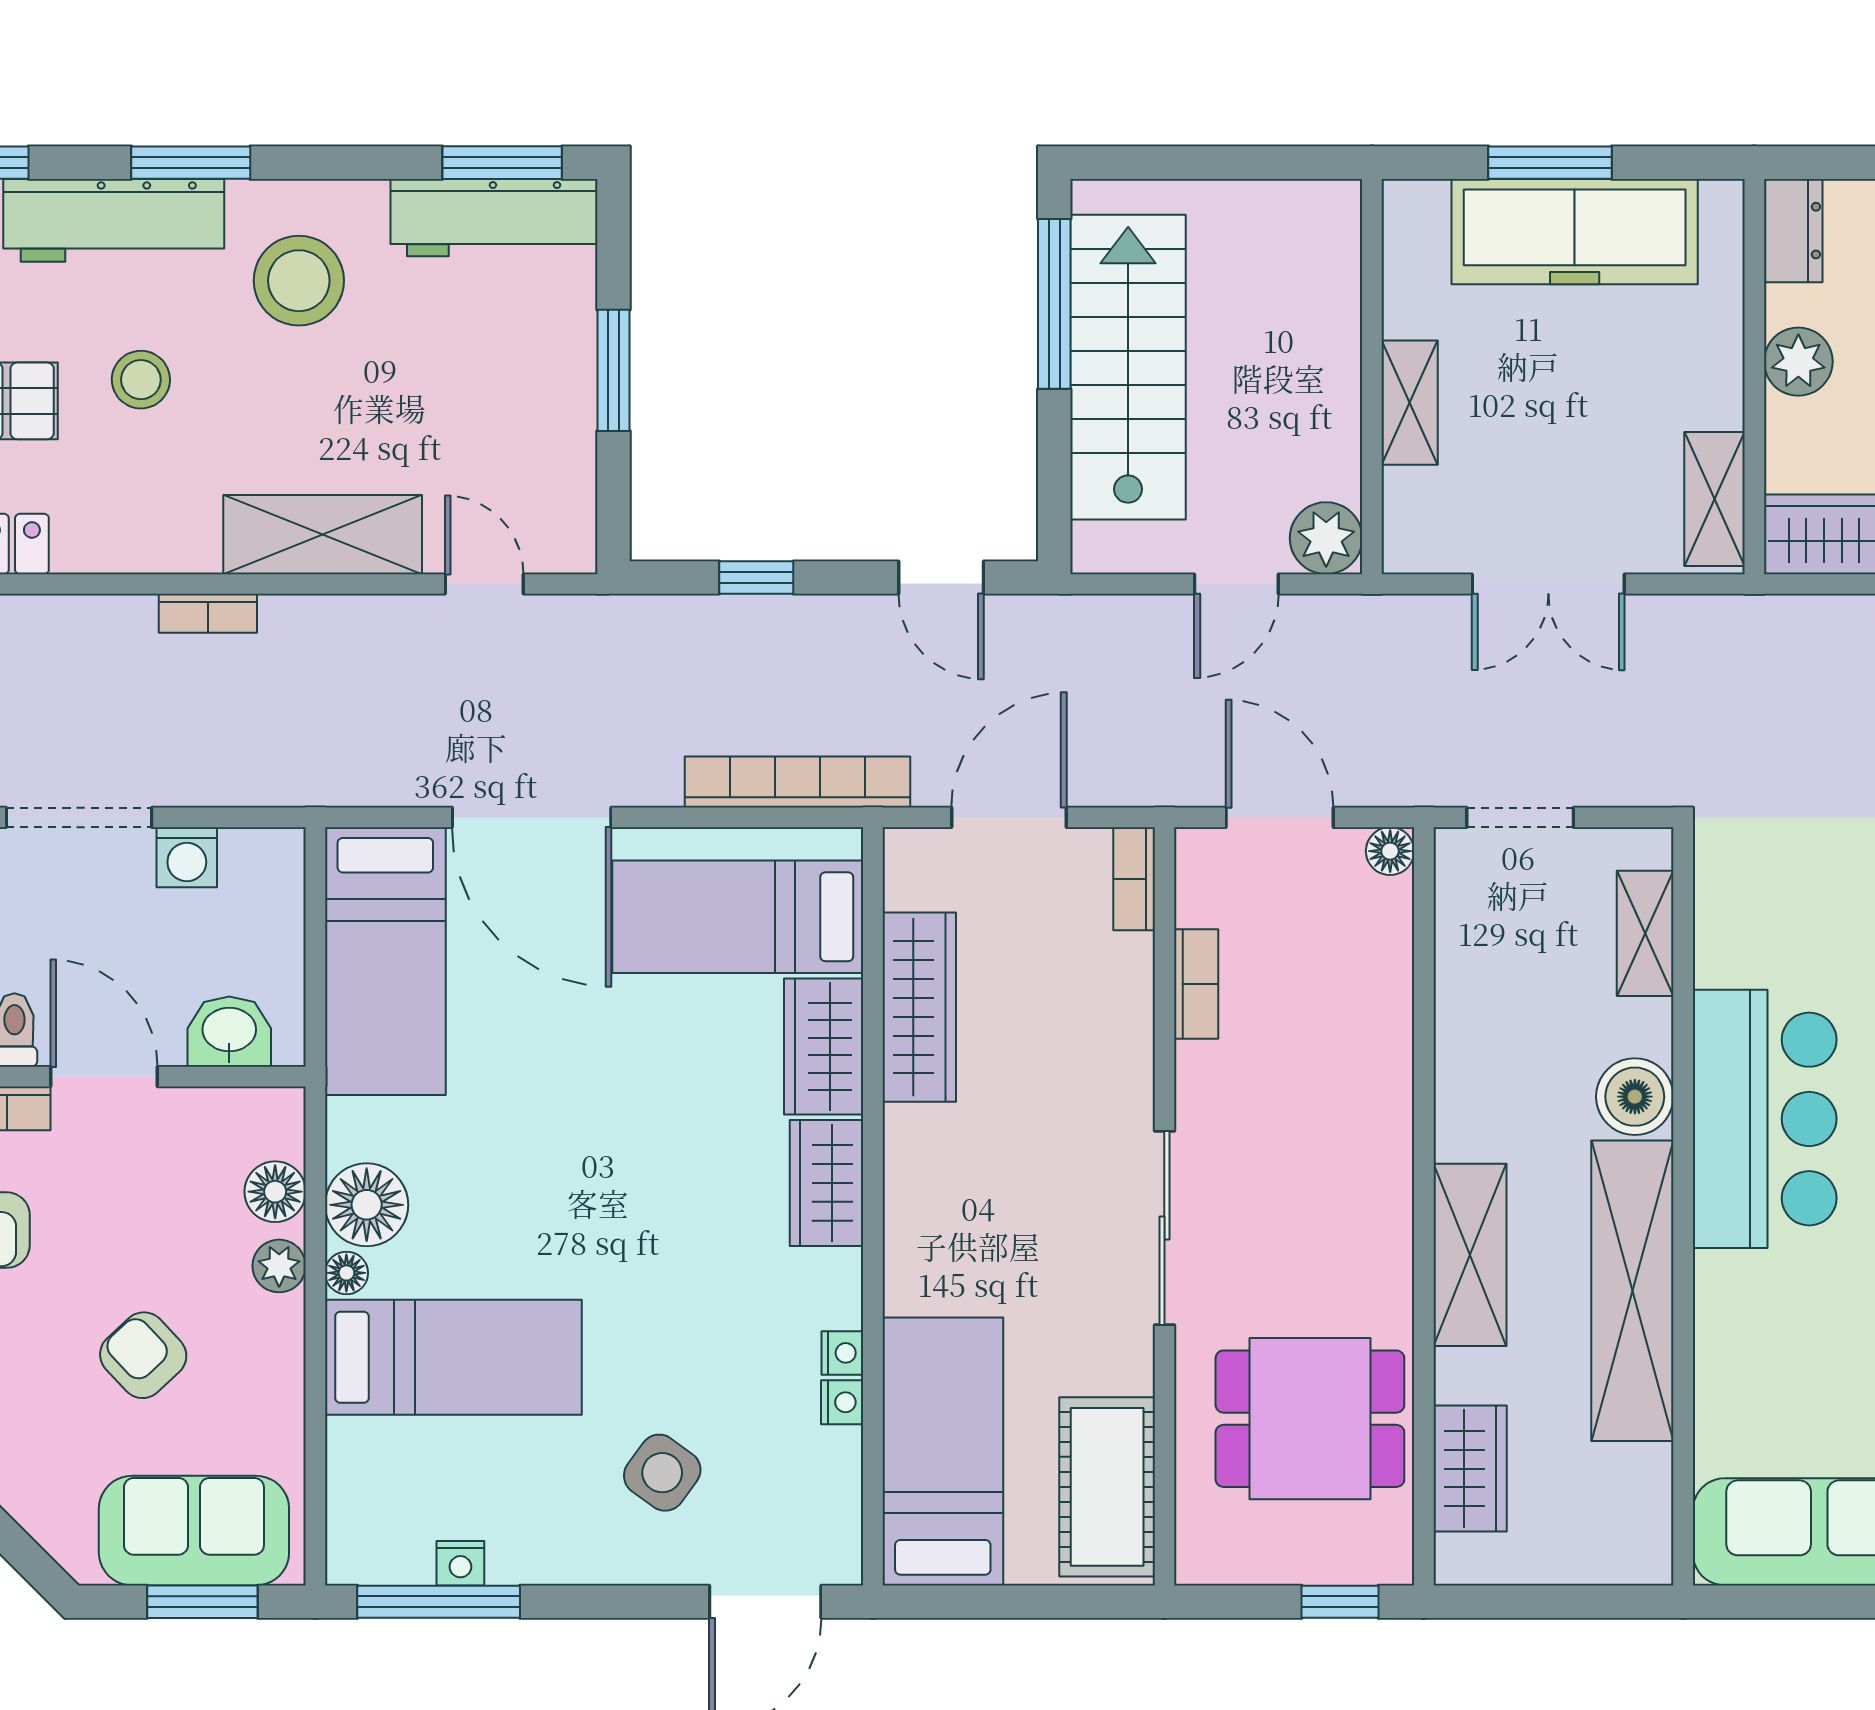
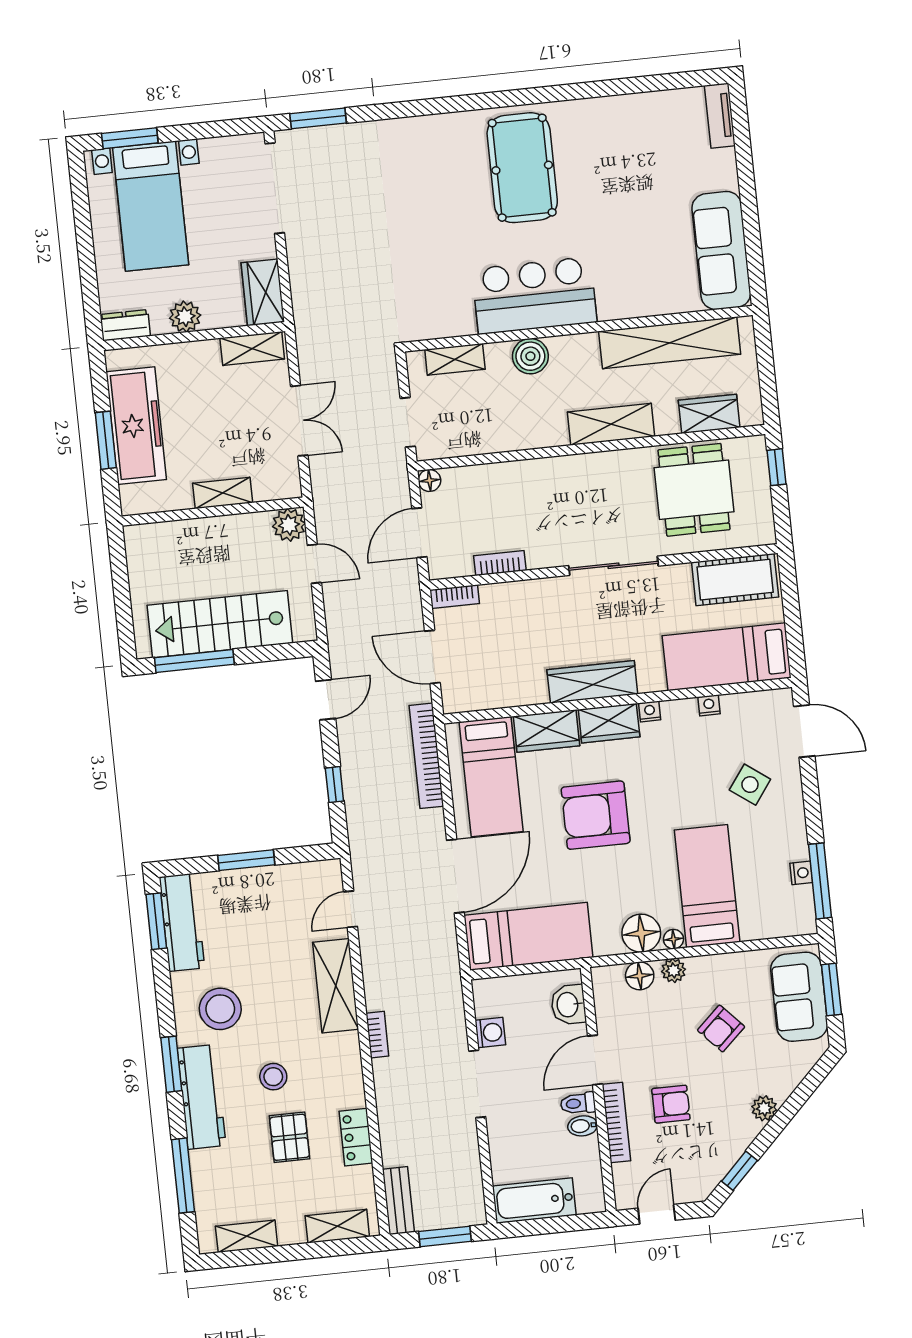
wardrobe: (919, 1007) -> (592, 682), moved
armchair: (631, 1133) -> (596, 815), added
shelving: (1632, 1291) -> (670, 343), moved
nightstand: (842, 1353) -> (650, 711), moved

